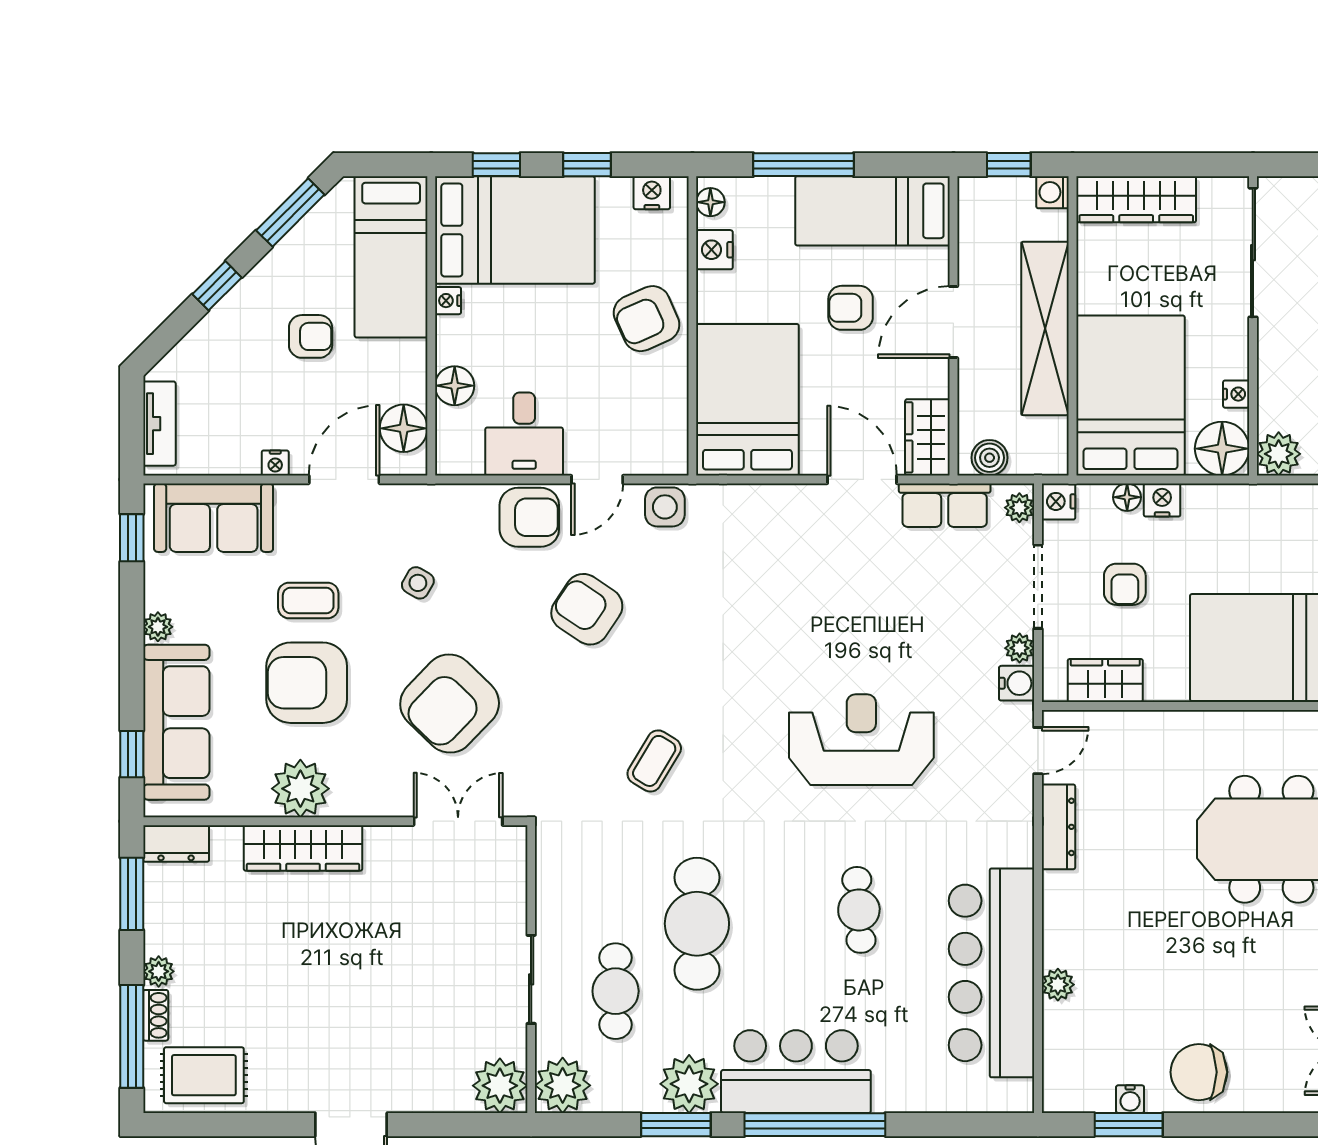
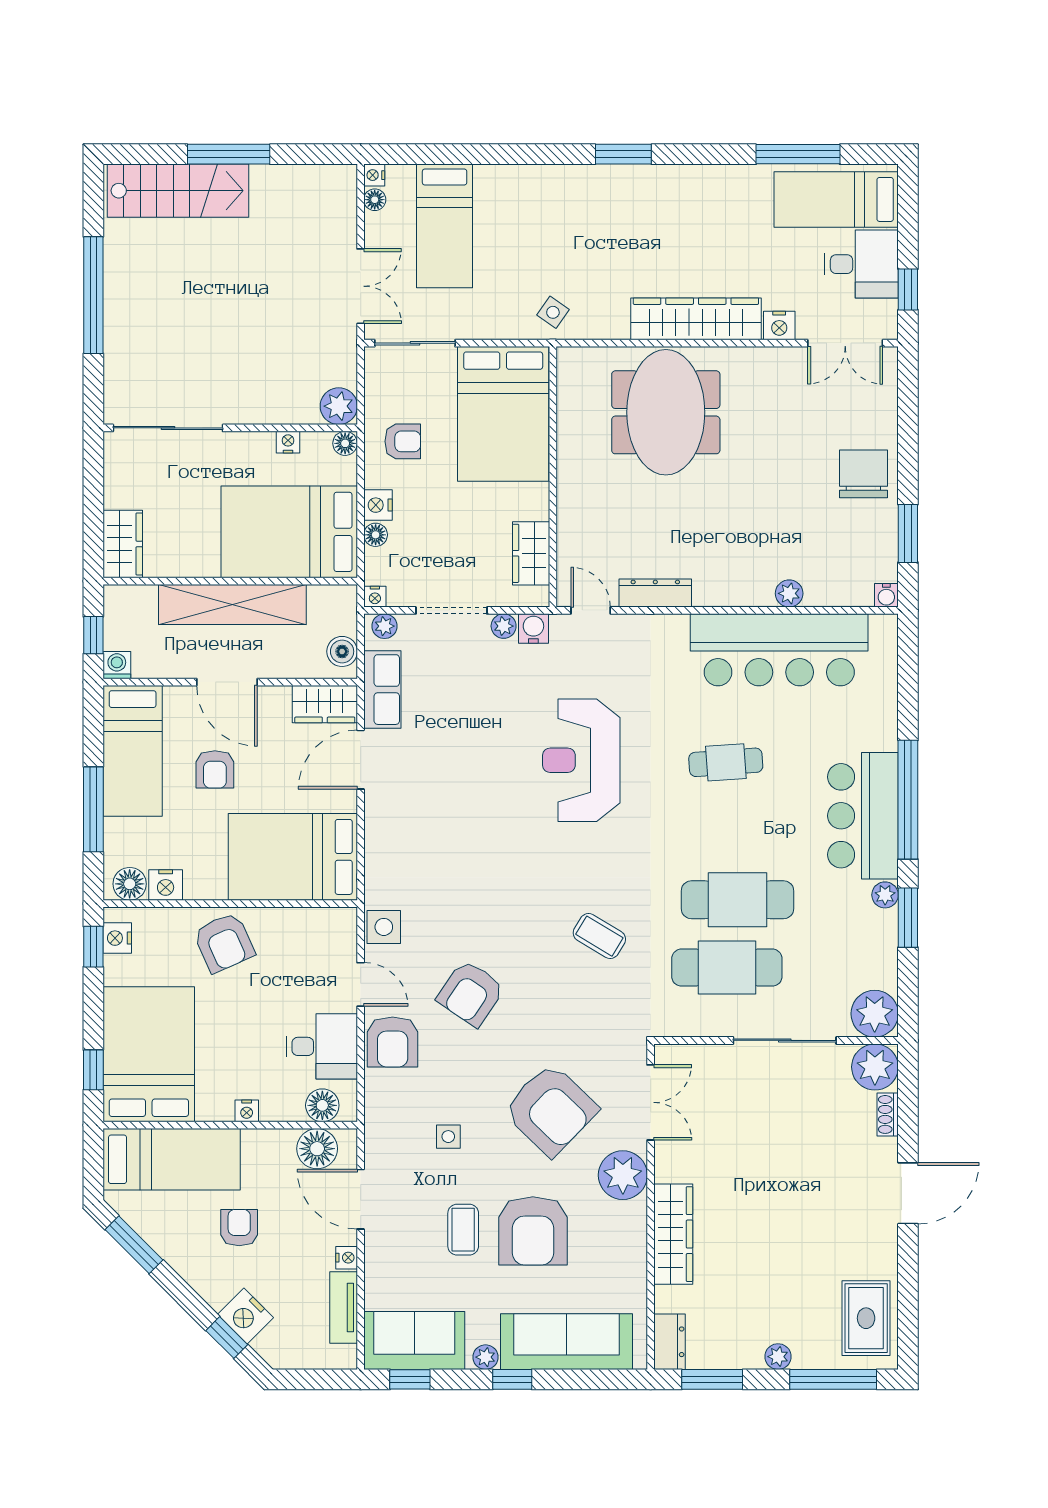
window: (587, 165) -> (93, 947), moved
washing machine: (1053, 192) -> (117, 665), moved, turned 180
wardrobe: (1136, 199) -> (123, 544), width x0.67
floor lamp: (710, 202) -> (130, 884), width x1.37, depth x1.37
window: (217, 286) -> (227, 1338), moved
nightstand: (448, 301) -> (247, 1111), moved
nightstand: (206, 344) -> (246, 1316), added
floor lamp: (455, 386) -> (322, 1105), moved
tv unit: (159, 424) -> (344, 1307), moved, turned -90
floor lamp: (1222, 449) -> (345, 443), width x0.53, depth x0.53
nightstand: (1058, 501) -> (375, 597), width x0.72, depth x0.74
armchair: (529, 517) -> (393, 1042), turned 180
sofa: (214, 518) -> (414, 1340), moved, turned -90
side table: (418, 583) -> (448, 1137), turned -30
armchair: (1125, 584) -> (403, 441), moved
window: (132, 754) -> (512, 1379), moved
plant: (300, 789) -> (623, 1175), moved
double door: (458, 821) -> (651, 1102), swing flipped
sliding door: (531, 979) -> (785, 1040), width x1.37
cafe table: (616, 991) -> (727, 968), moved, width x1.37, depth x1.35
shoe rack: (156, 1015) -> (888, 1114), moved, turned -90
chair: (1199, 1072) -> (863, 474), turned 180
plant: (689, 1084) -> (885, 895), width x0.53, depth x0.53
water cooler: (1130, 1099) -> (886, 595), moved, turned 90

